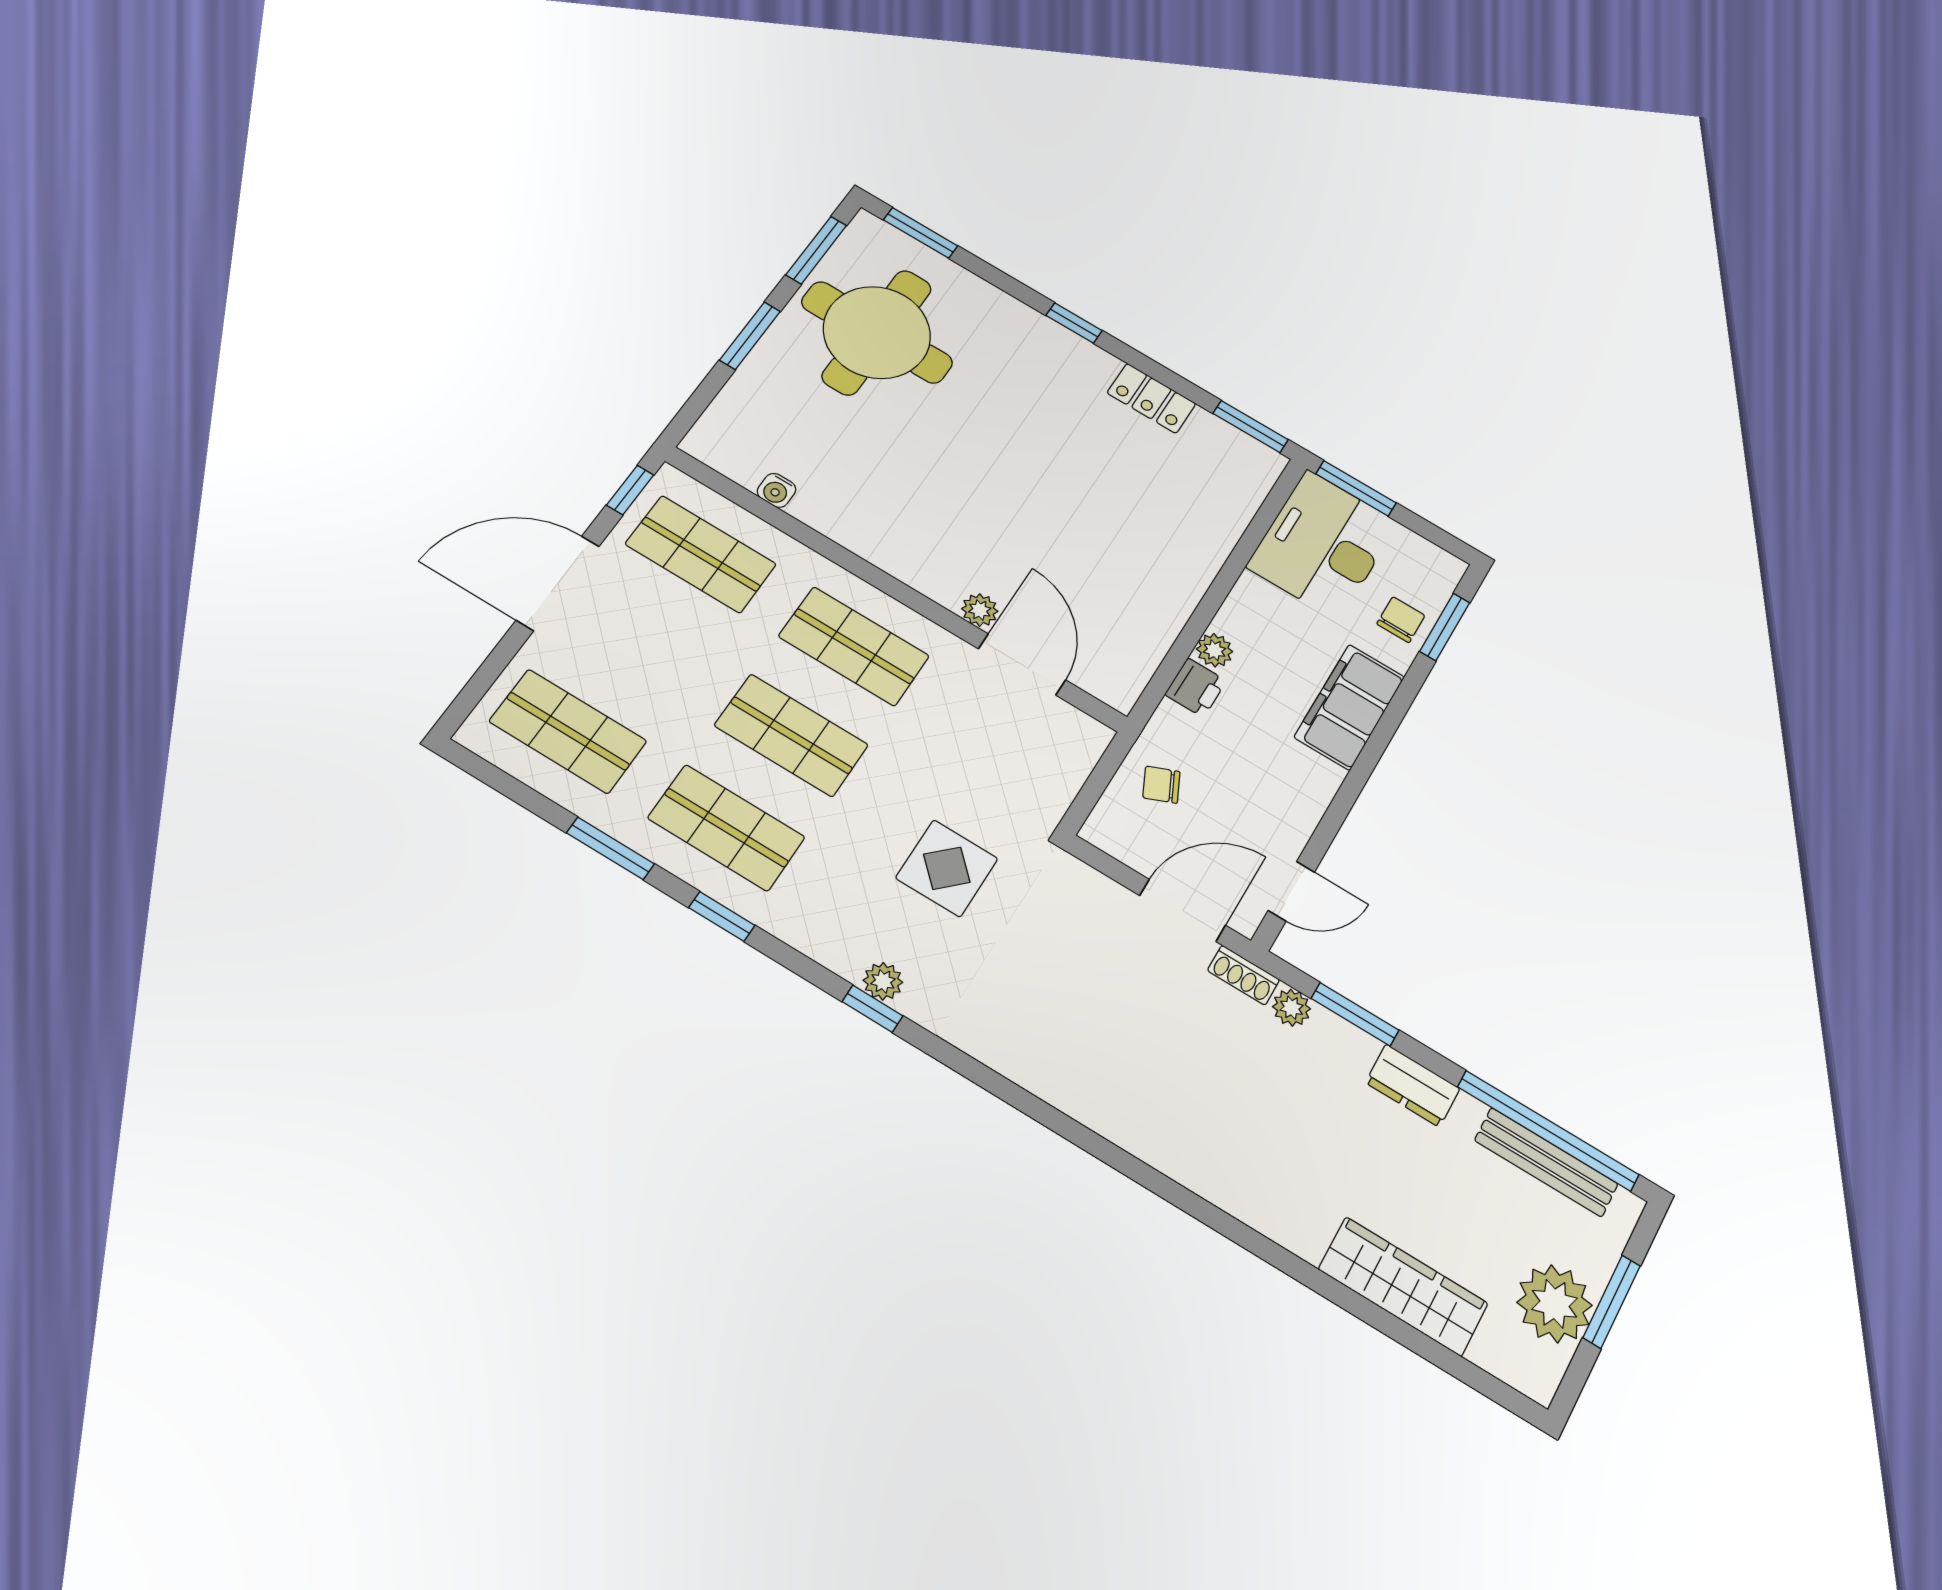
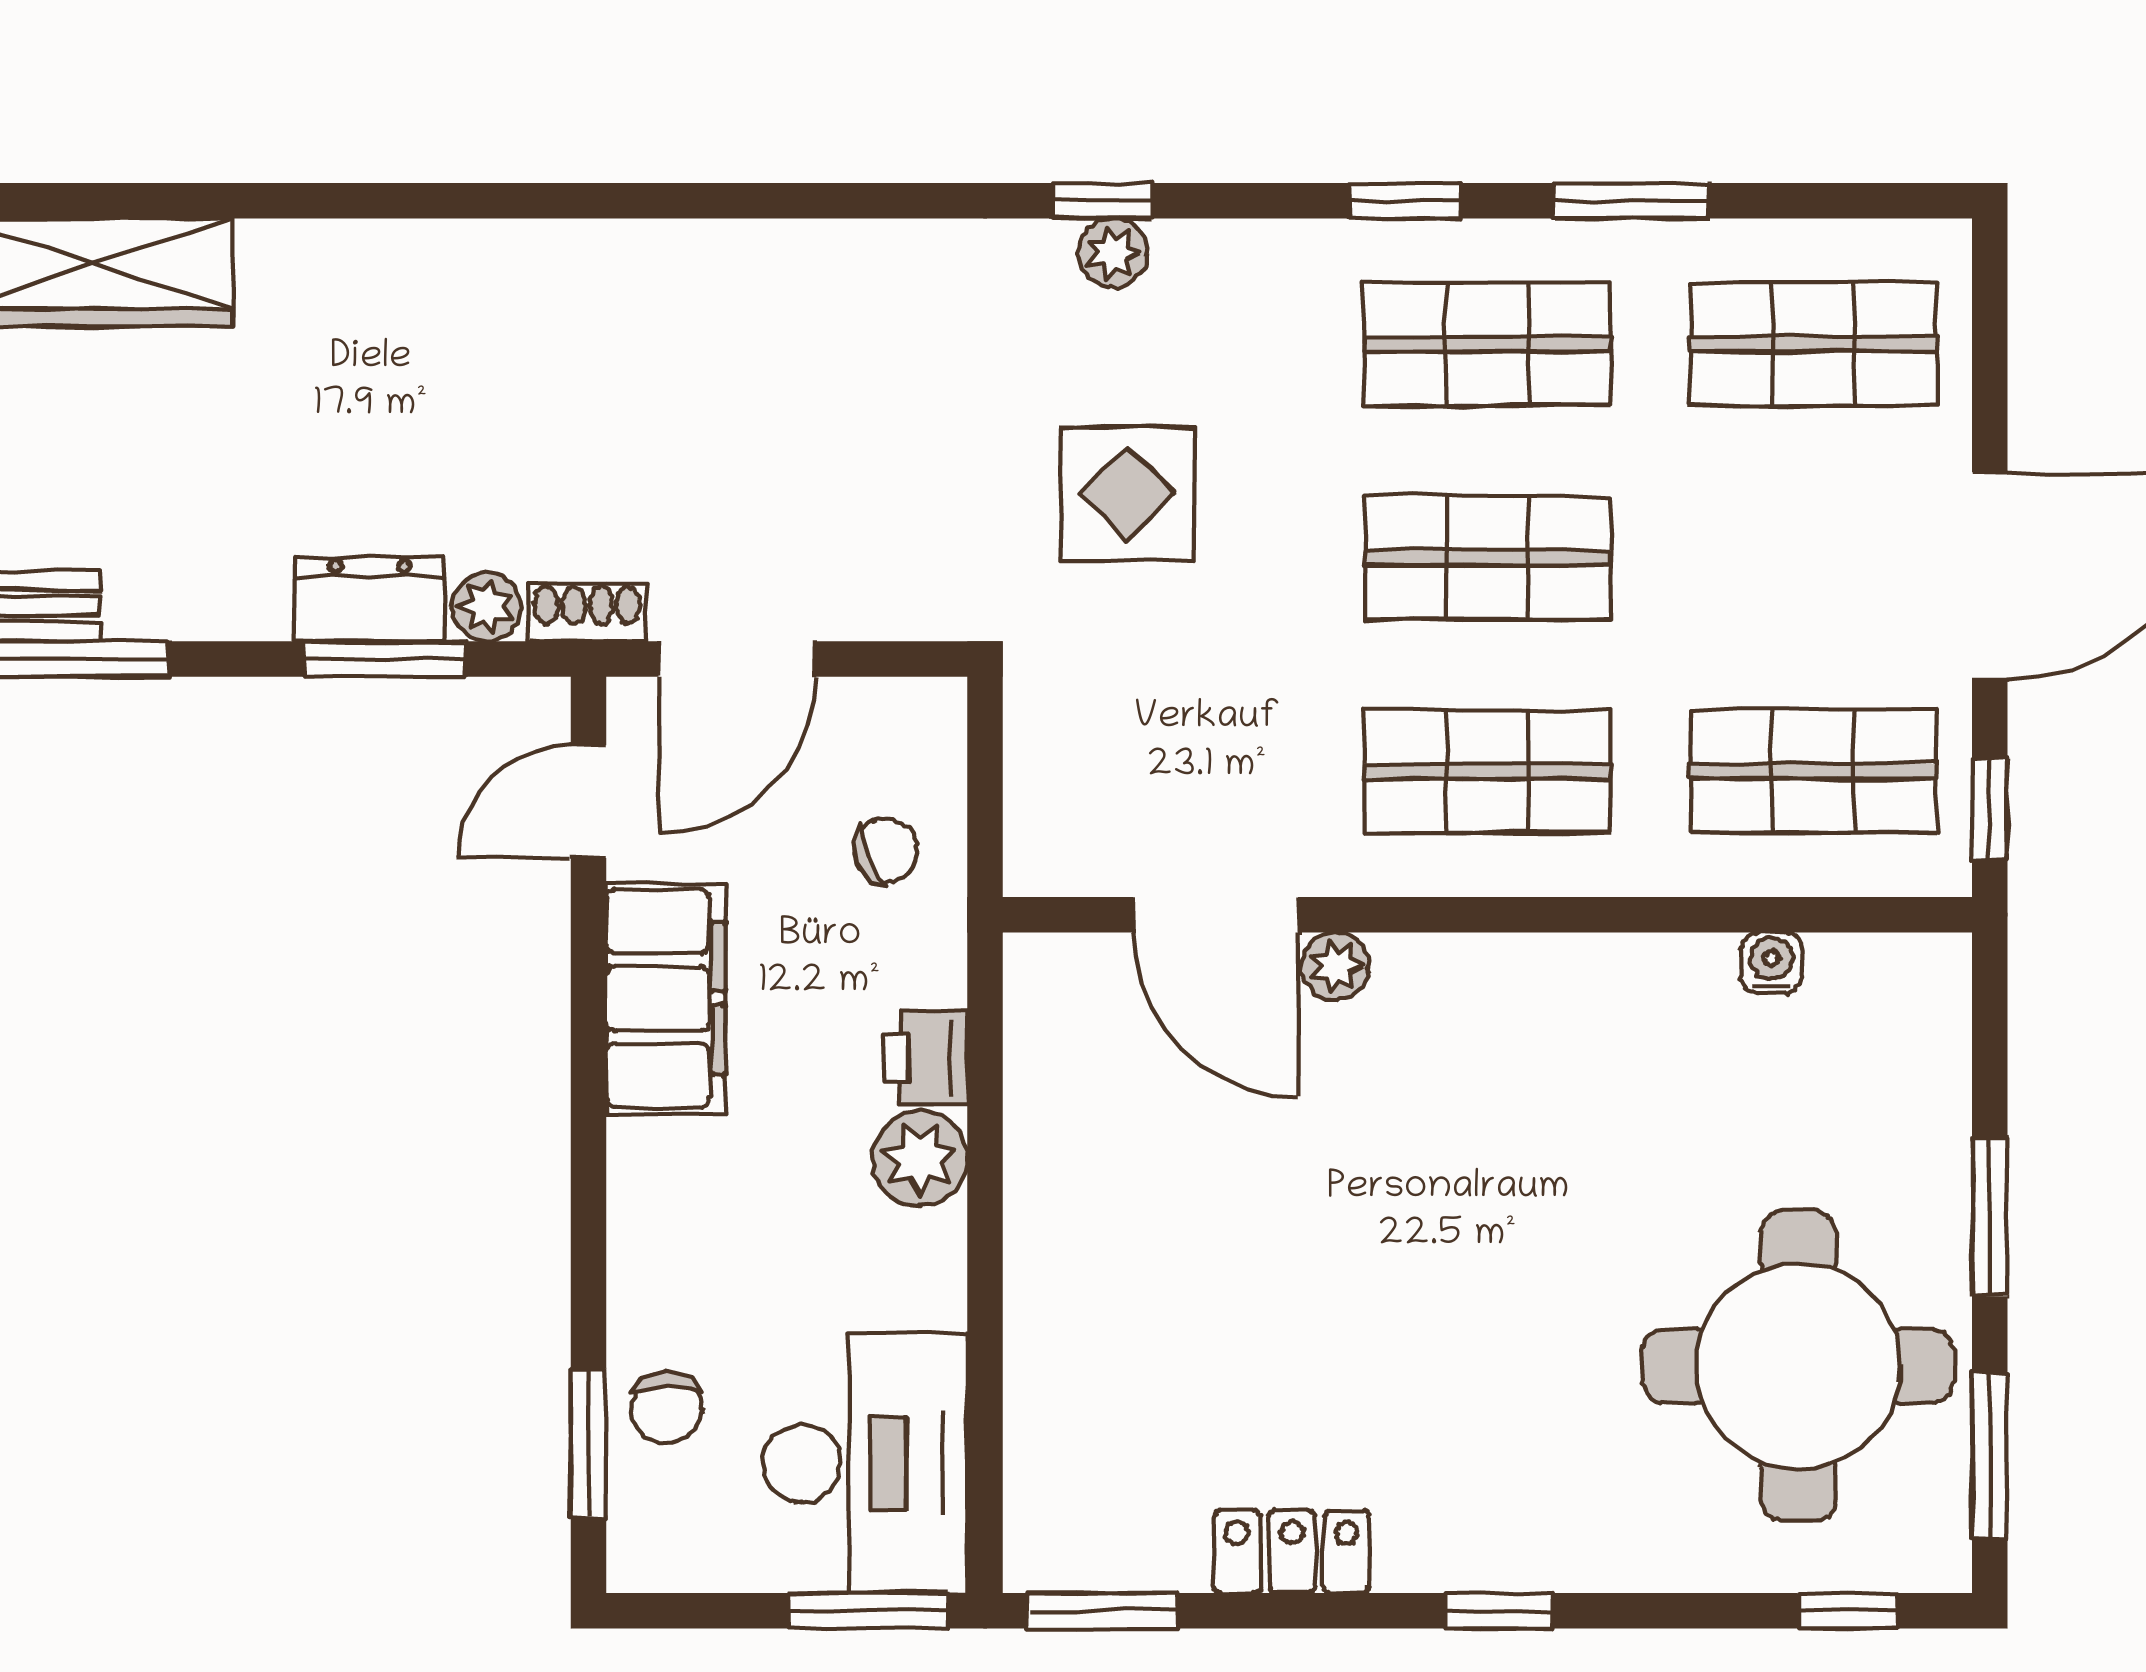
window: (921, 233) -> (1847, 1611), width x0.67
plant: (1214, 650) -> (920, 1158), width x1.38, depth x1.38
filing cabinet: (1350, 707) -> (666, 998), moved
dresser: (1413, 1086) -> (370, 599), moved

